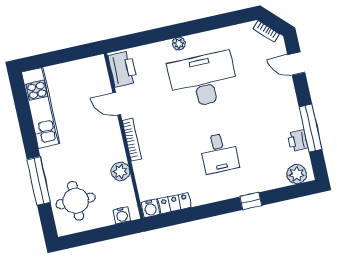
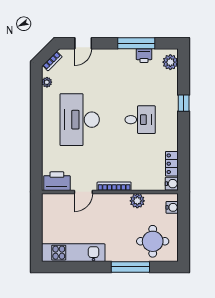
plant: (179, 44) -> (47, 82), moved

